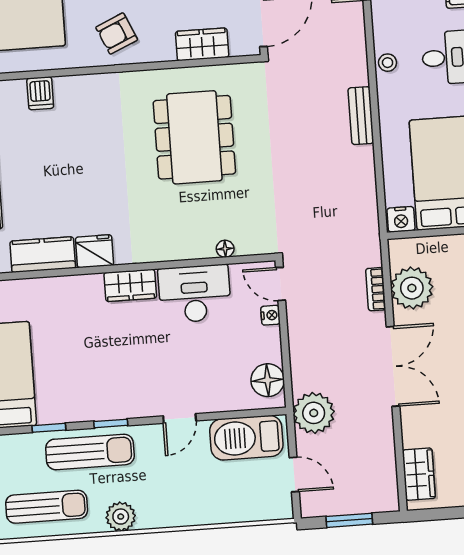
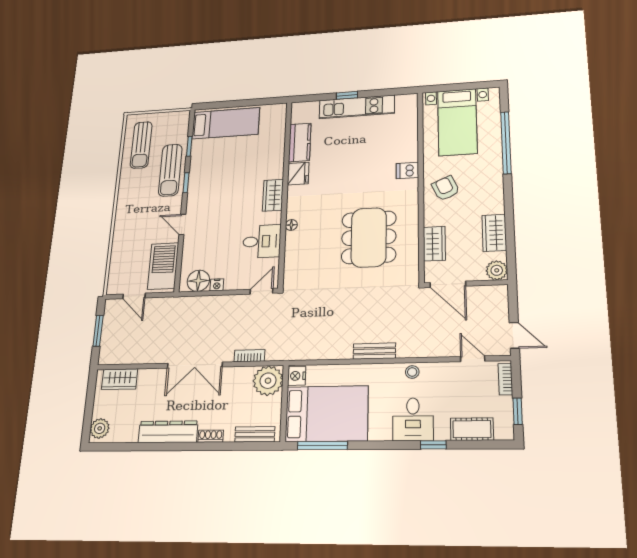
dishwasher: (40, 93) -> (407, 170), moved
dining table: (194, 137) -> (369, 237), turned 90
floor lamp: (225, 249) -> (291, 225), moved
plant: (412, 288) -> (268, 381), moved
desk: (195, 294) -> (262, 241), width x0.73
nightstand: (270, 315) -> (217, 285), moved
plant: (314, 413) -> (172, 310), removed
door: (294, 475) -> (134, 296), hinge flipped
plant: (121, 517) -> (127, 188), removed

